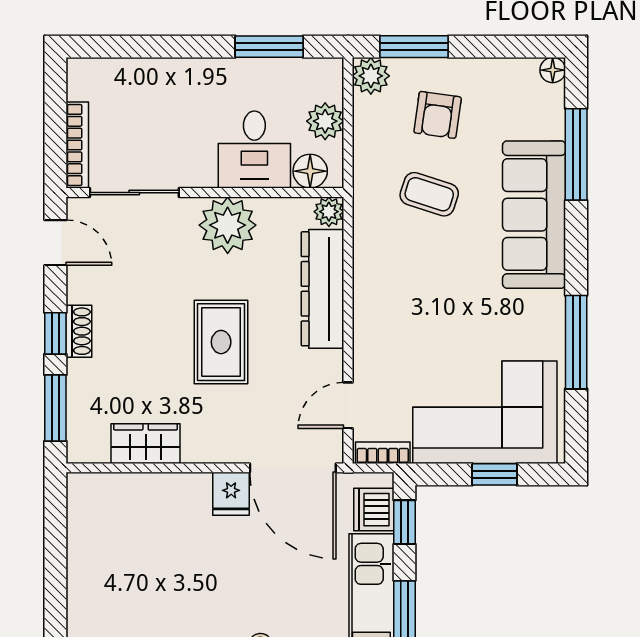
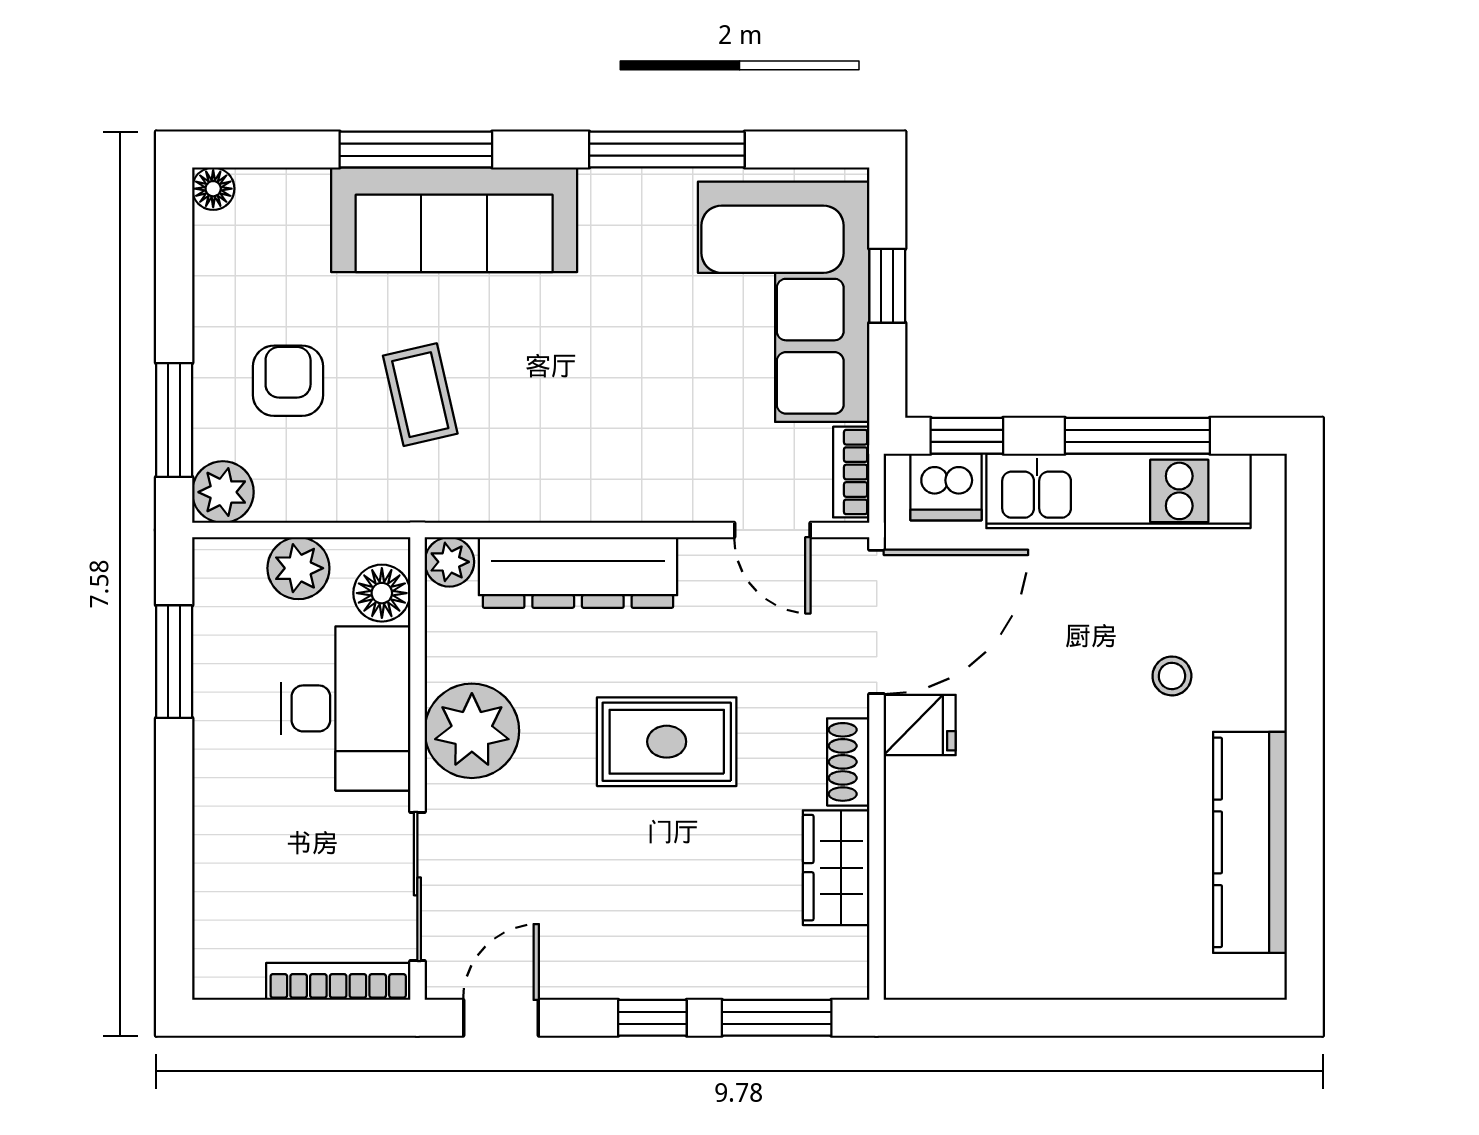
armchair: (438, 115) -> (288, 381), turned -98
desk: (254, 150) -> (346, 708), width x1.37
window: (576, 154) -> (416, 150), moved
coffee table: (429, 194) -> (420, 395), turned -31
shoe rack: (79, 331) -> (848, 762), moved, turned -90

